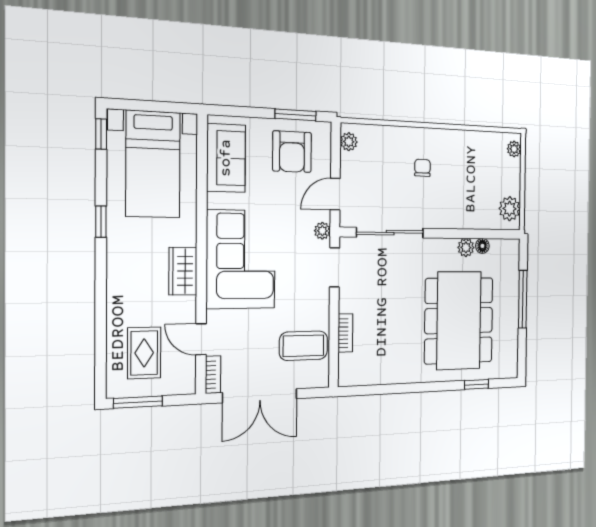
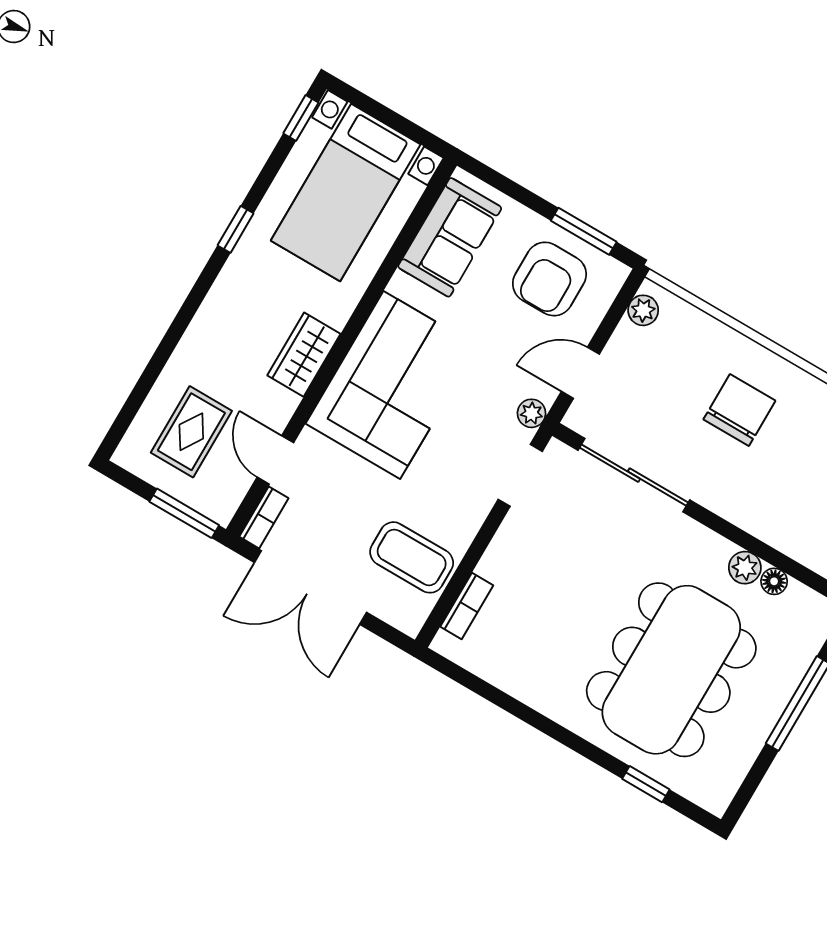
chair: (422, 168) -> (739, 410), width x1.87, depth x1.87
bookcase: (345, 333) -> (467, 606), moved
window: (138, 402) -> (184, 513), moved

